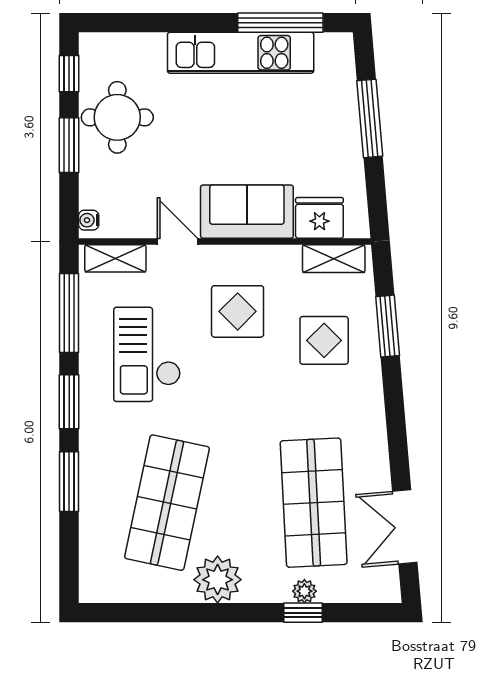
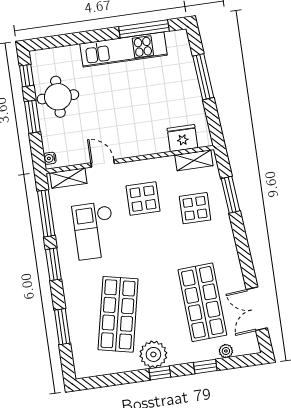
sofa: (247, 212) -> (140, 140), removed
window: (69, 482) -> (62, 327), moved
plant: (304, 591) -> (226, 351), moved
window: (224, 613) -> (160, 373), added

